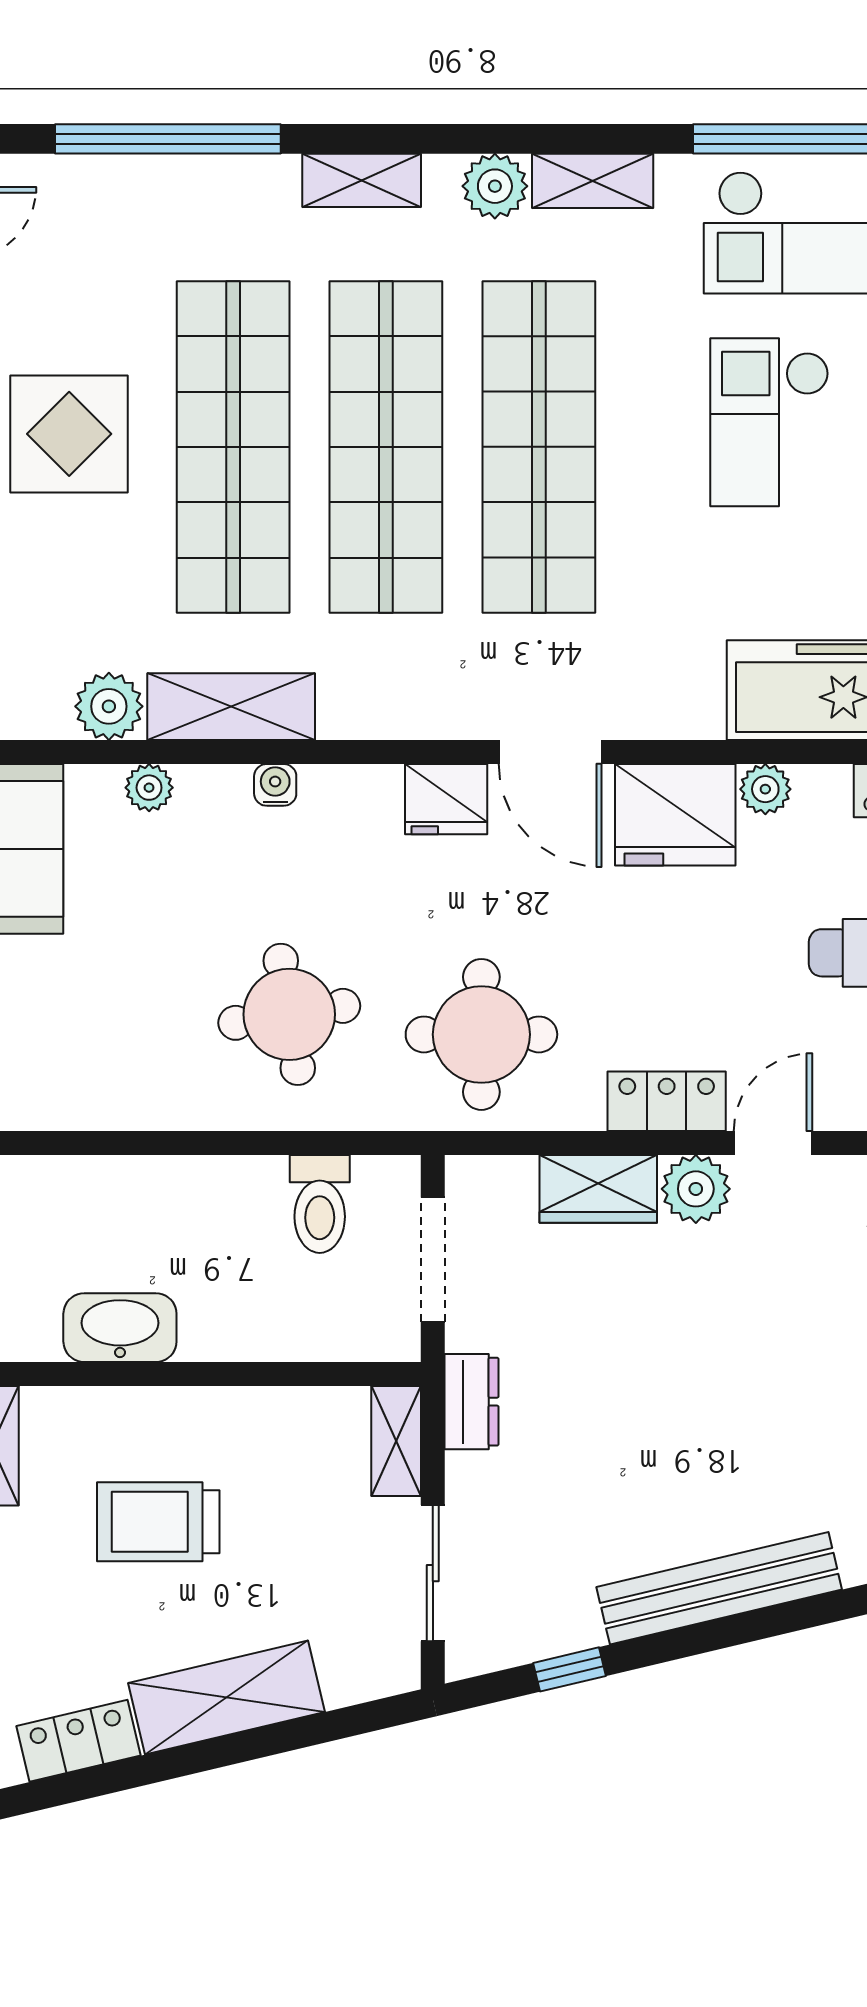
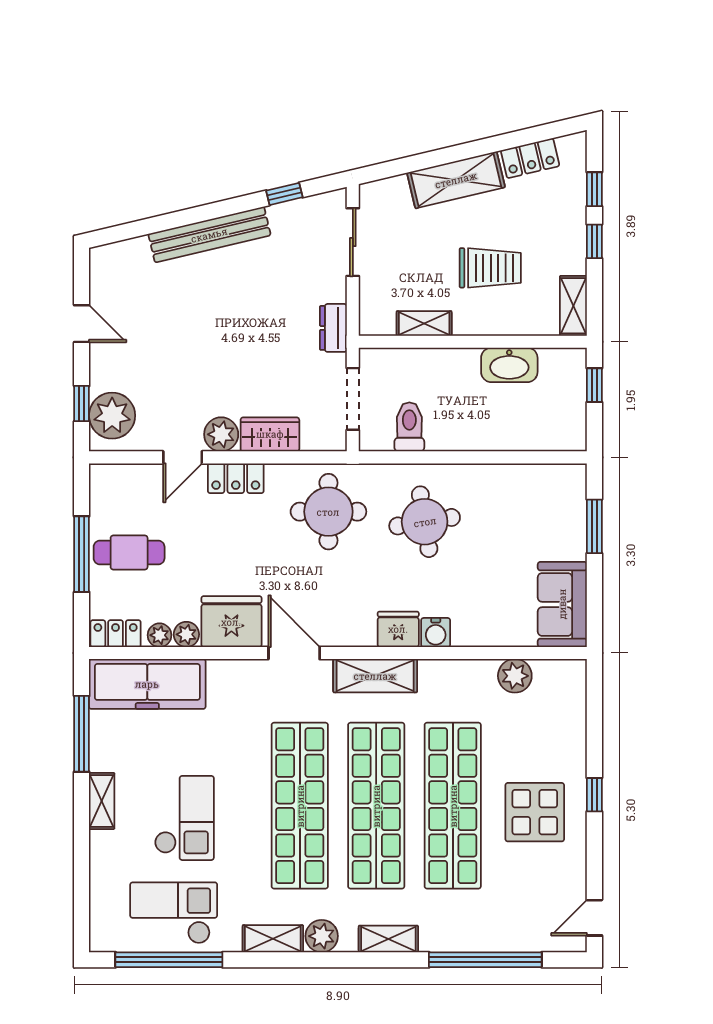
shelving: (231, 707) -> (375, 676), moved
water cooler: (275, 785) -> (436, 633), width x1.38, depth x1.38
plant: (149, 788) -> (159, 635), moved
fridge: (446, 799) -> (398, 629), moved
shelving: (396, 1441) -> (424, 323), moved, turned 90

